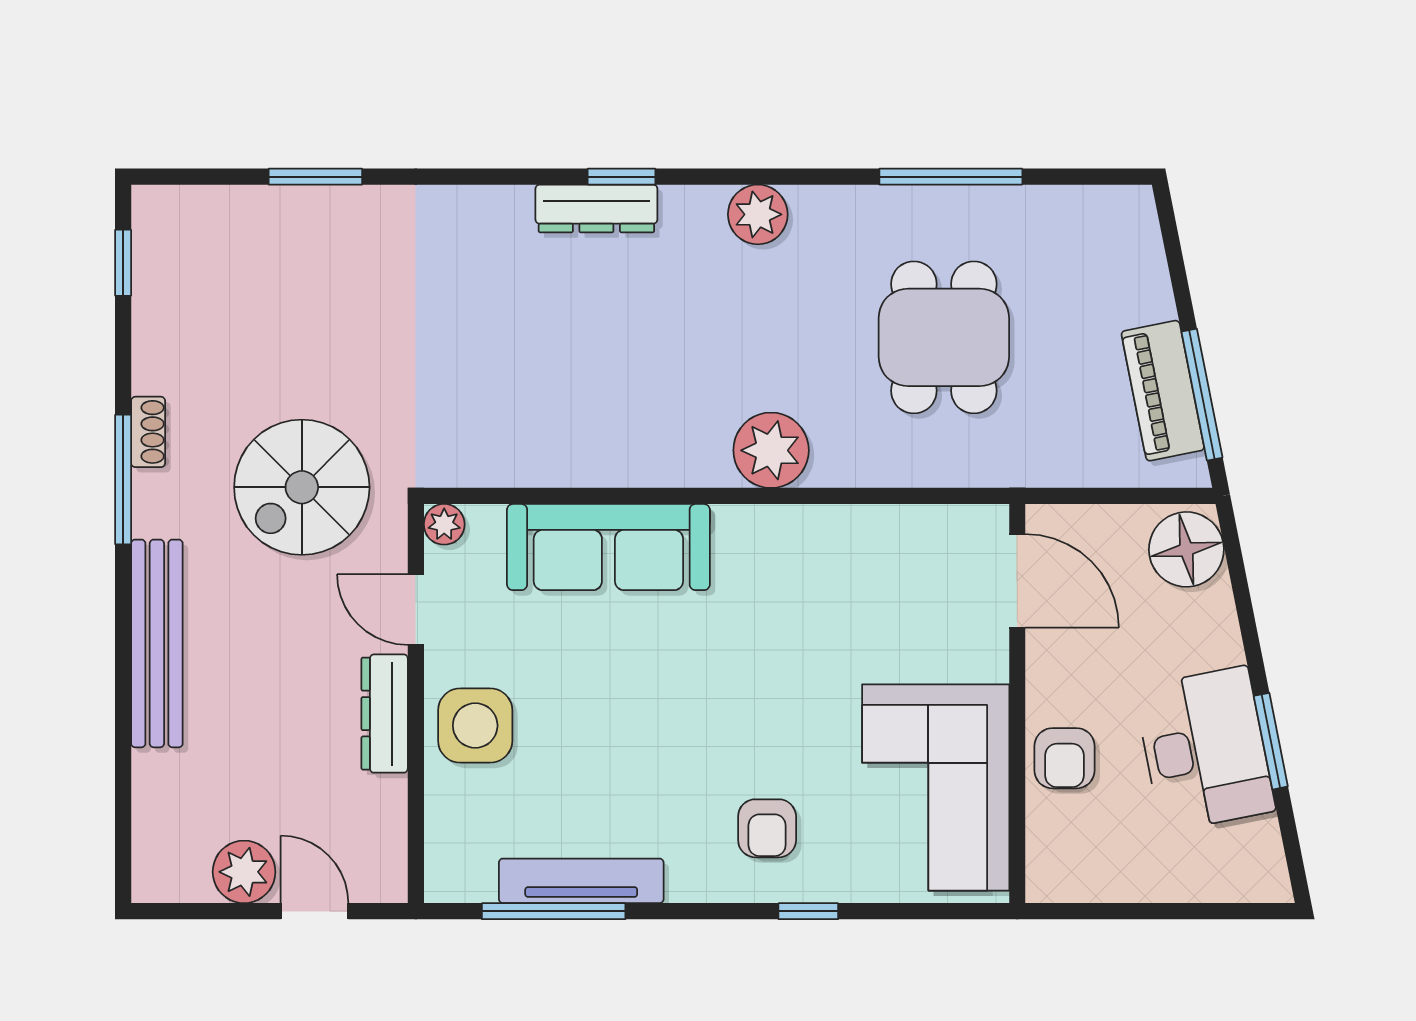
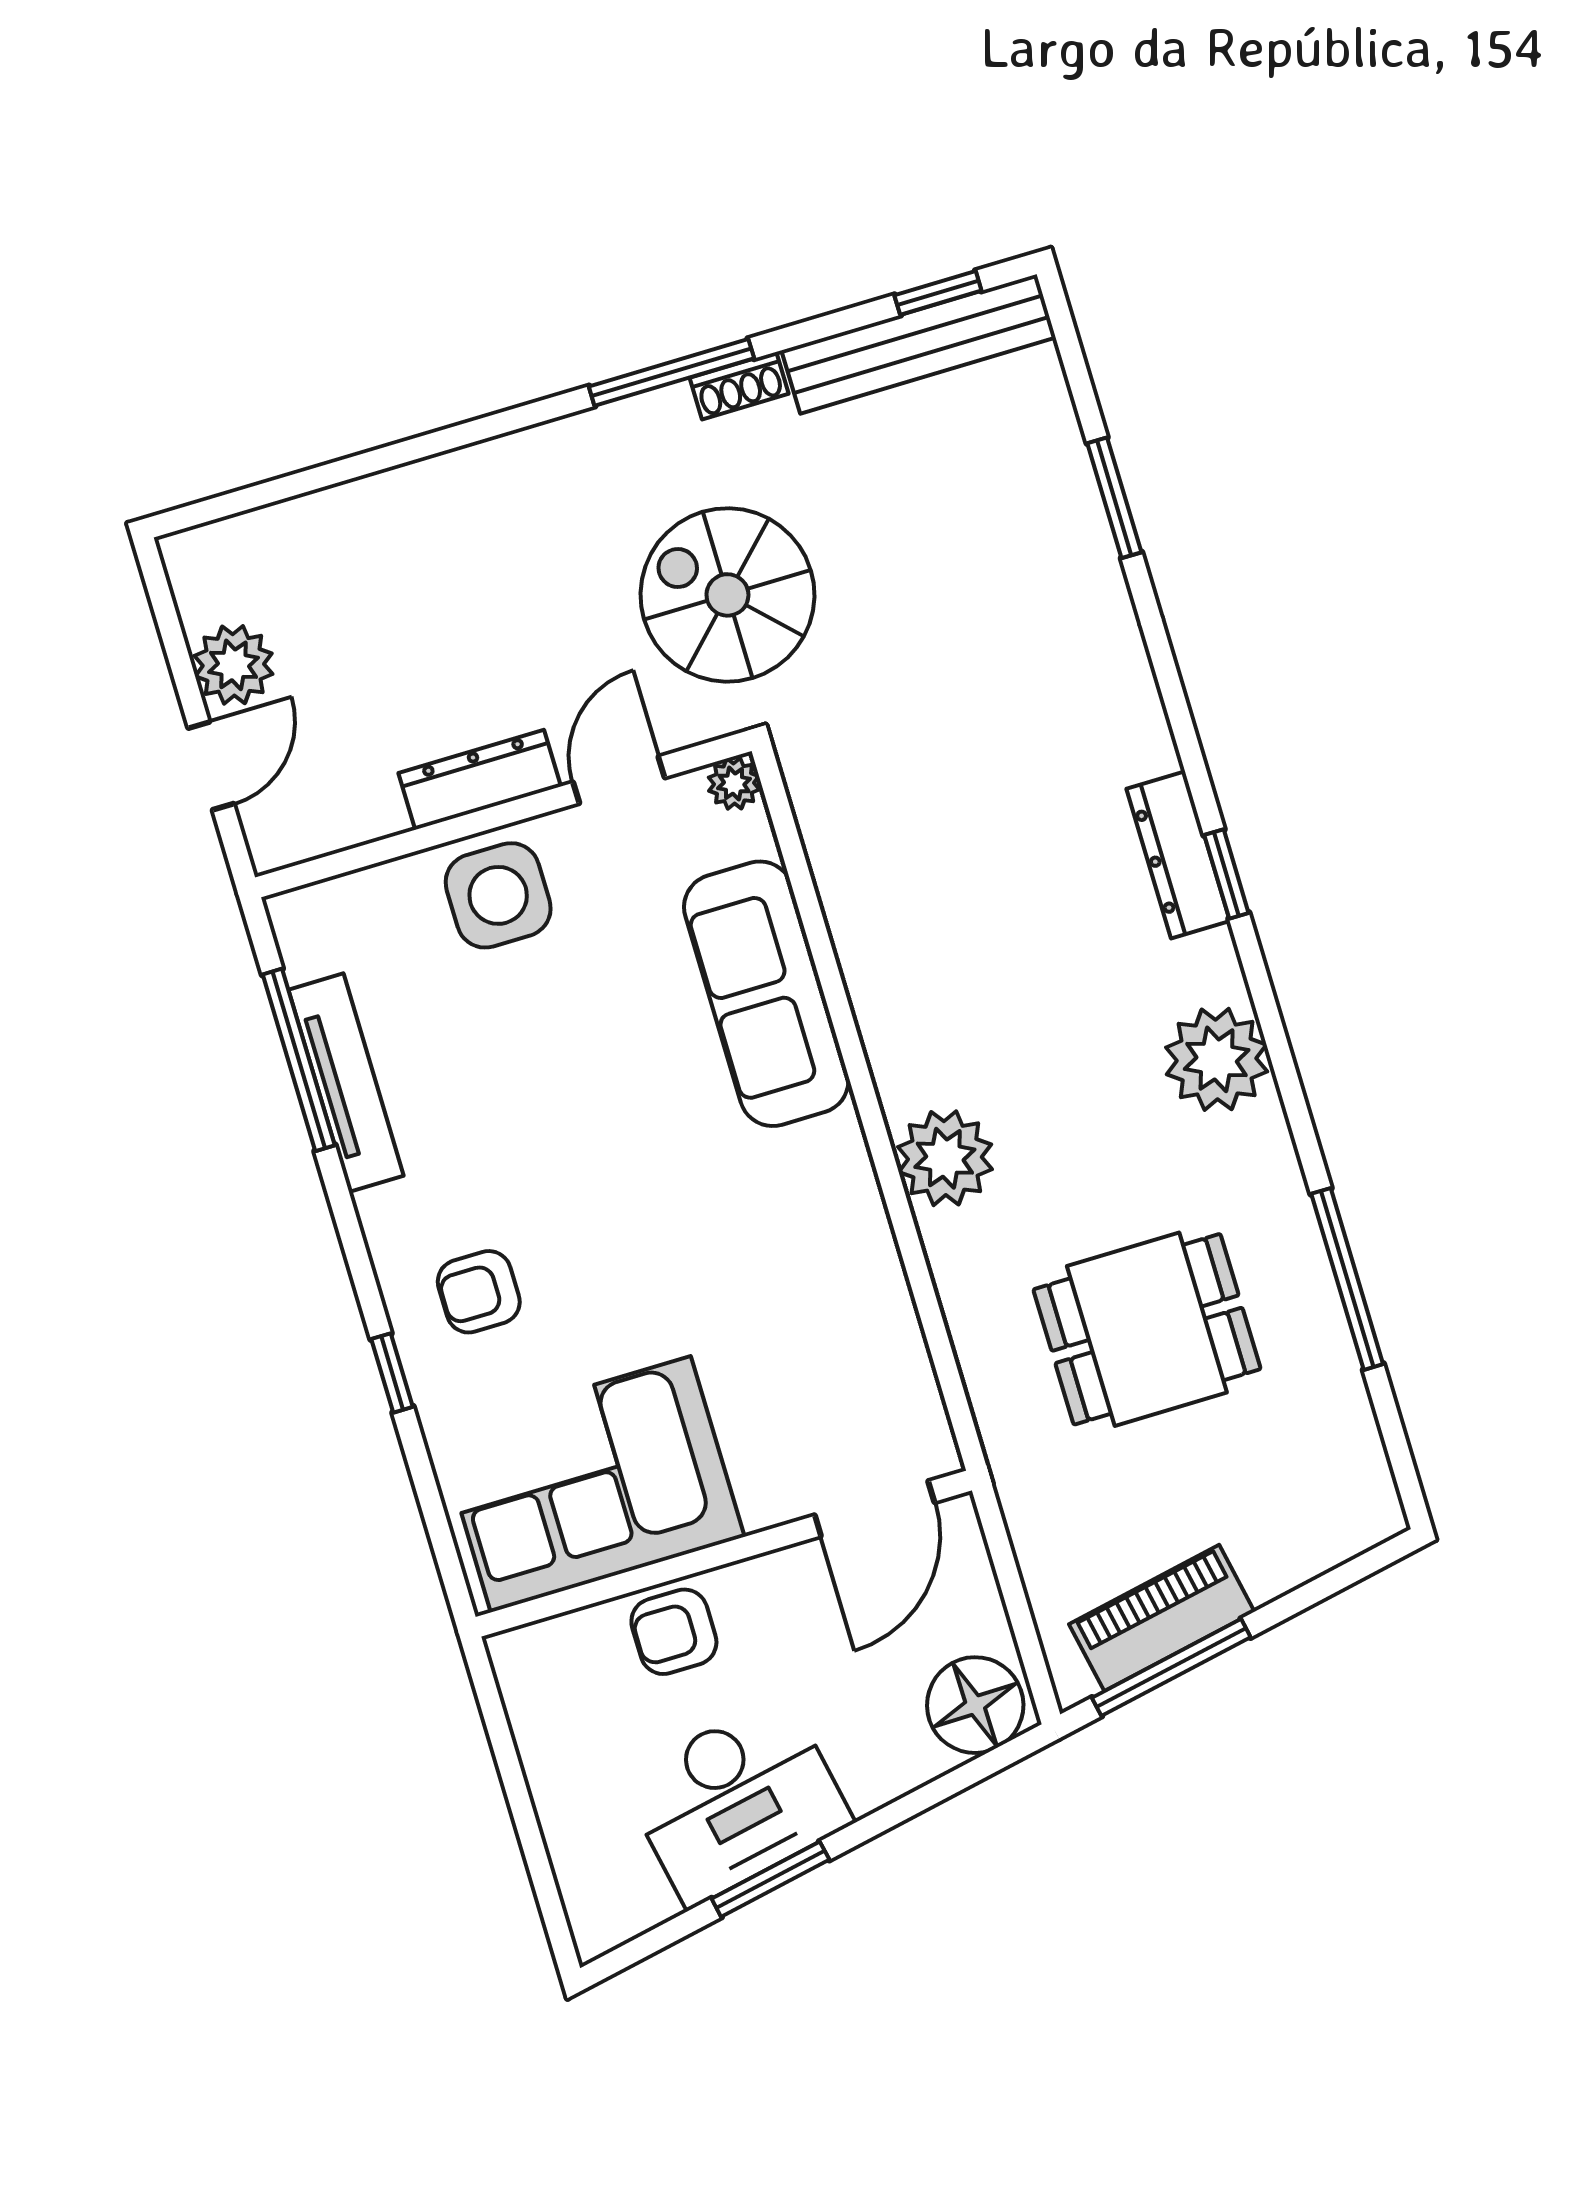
plant: (758, 214) -> (1217, 1059), width x1.36, depth x1.36
bench: (157, 643) -> (919, 344), moved

